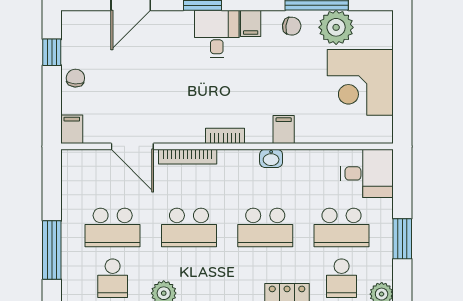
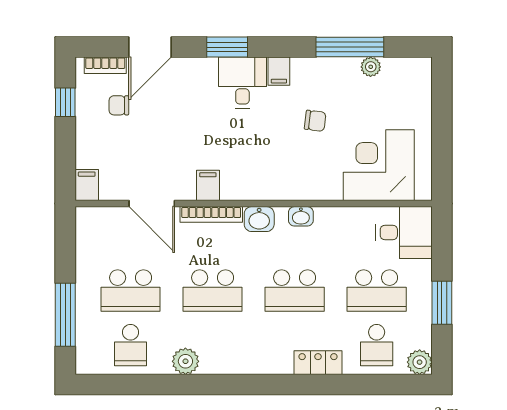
chair: (292, 26) -> (315, 121), moved
plant: (336, 27) -> (371, 67), width x0.53, depth x0.53
chair: (75, 78) -> (119, 105), moved, turned -94
corner desk: (360, 82) -> (379, 165), moved, turned 90
filing cabinet: (284, 130) -> (208, 185), moved
bookcase: (225, 136) -> (105, 65), moved, turned 180
washbasin: (232, 161) -> (259, 219), added

